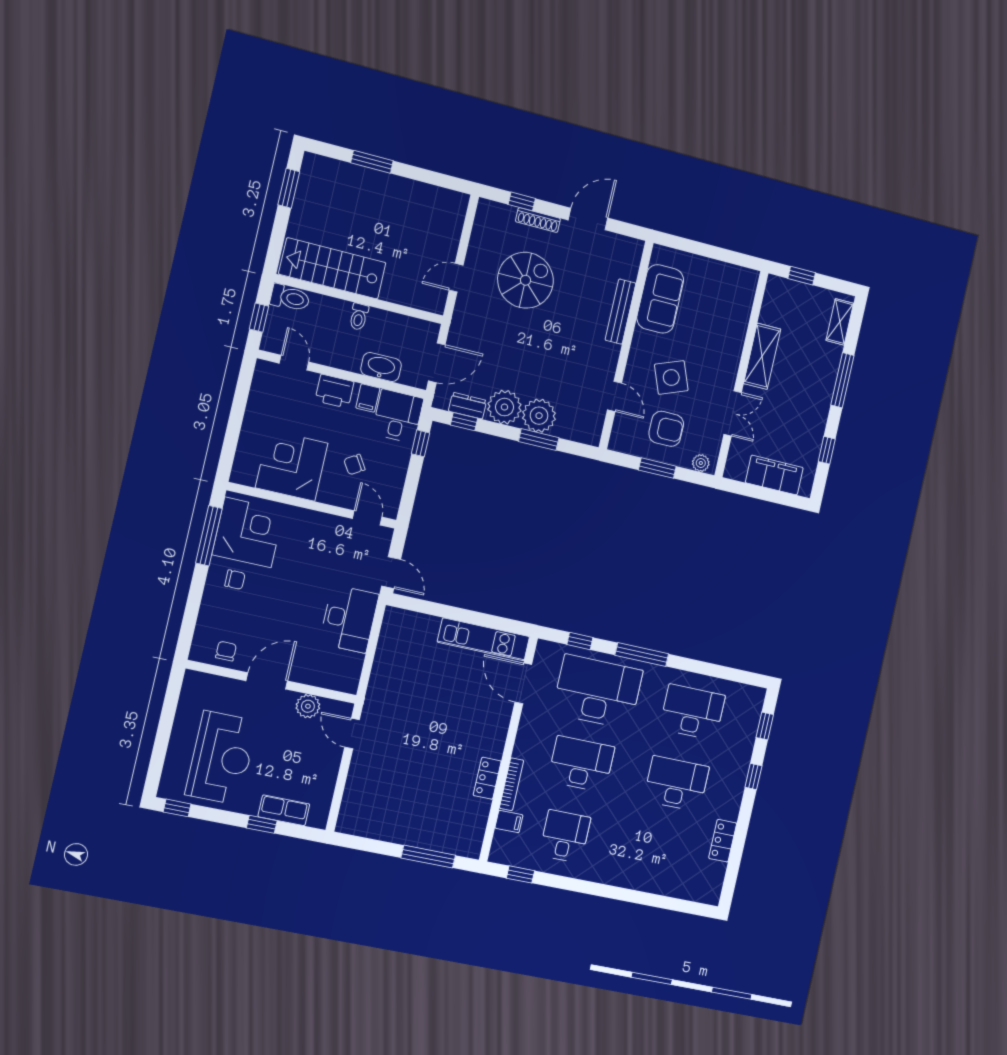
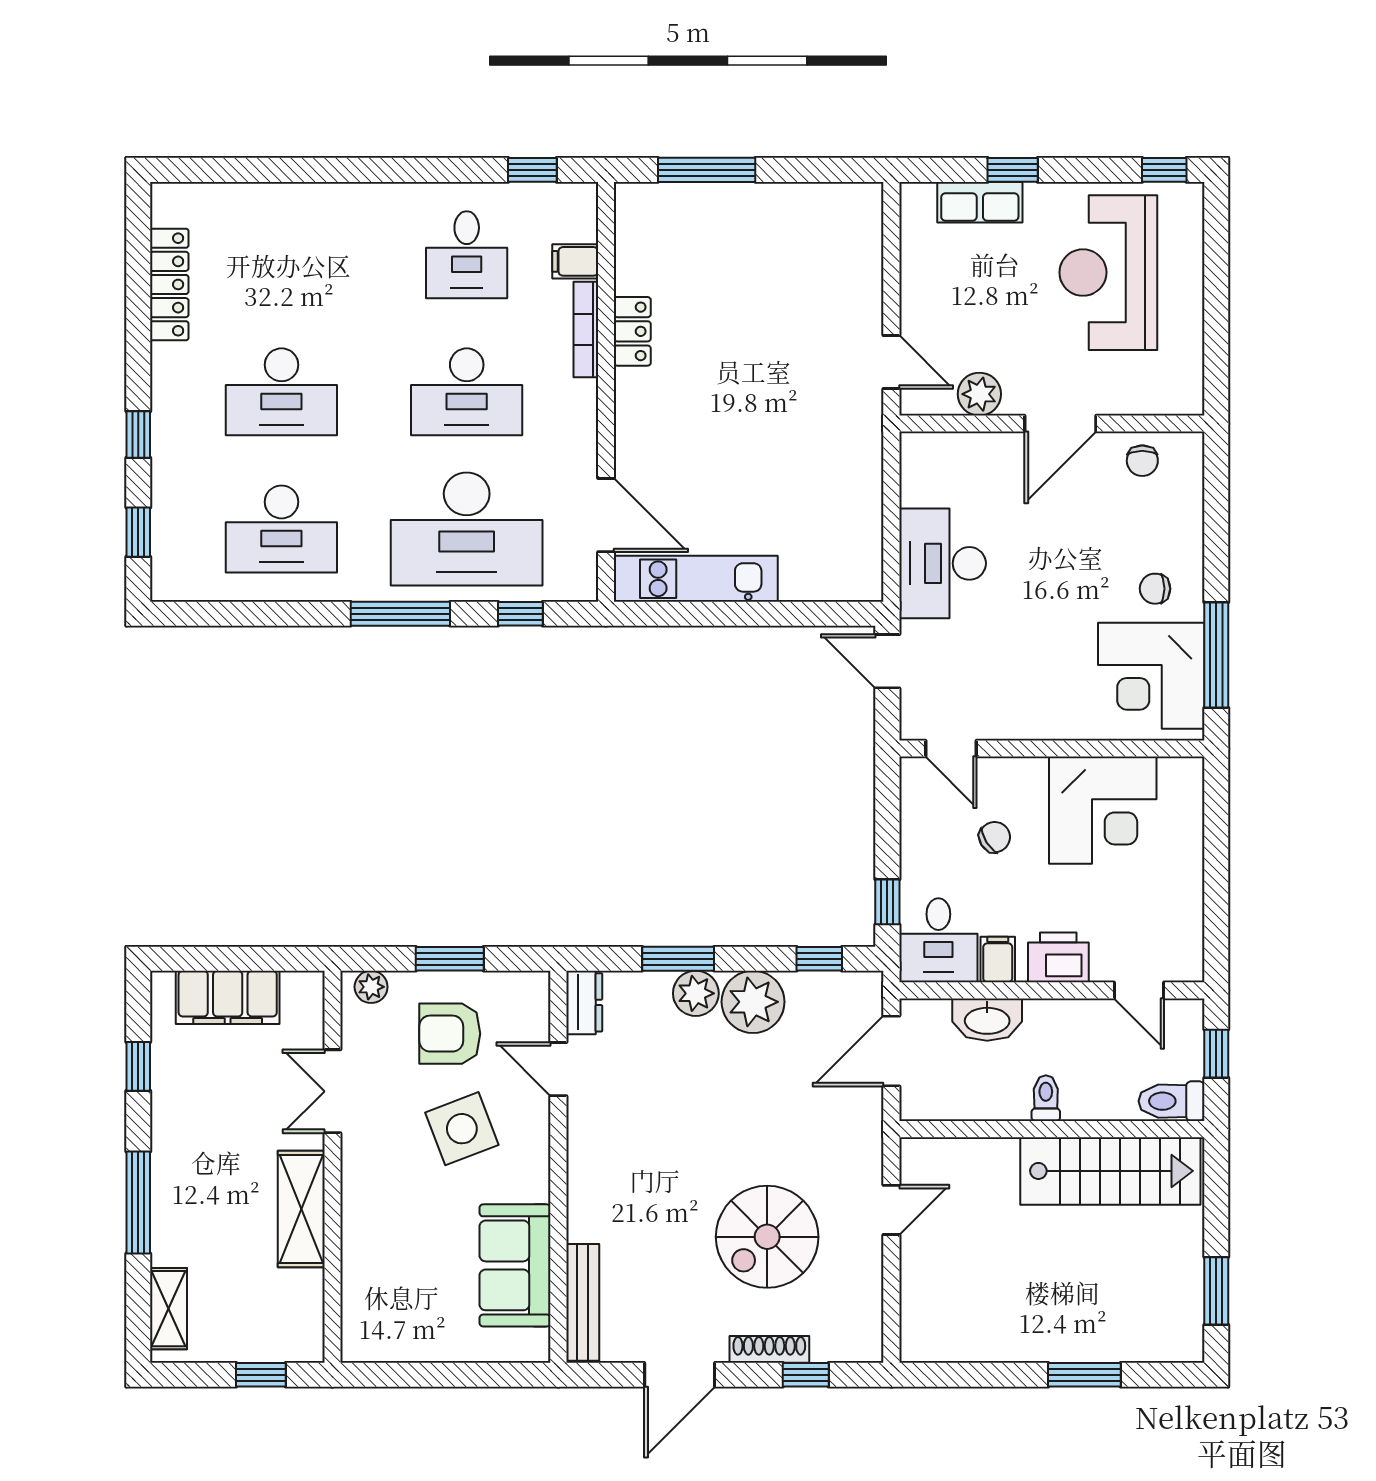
bench: (620, 312) -> (583, 1302), moved
dresser: (468, 406) -> (584, 1002), moved, turned -90
plant: (539, 416) -> (696, 993), width x0.73, depth x0.73
locker: (723, 841) -> (169, 284), width x1.53

